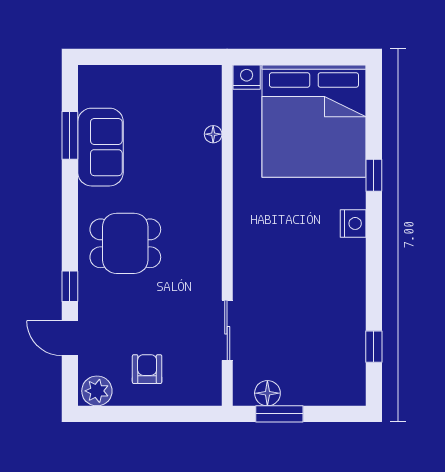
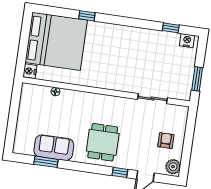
nightstand: (353, 223) -> (187, 41), moved
armchair: (147, 369) -> (166, 141), turned 90
floor lamp: (267, 393) -> (186, 83), removed

